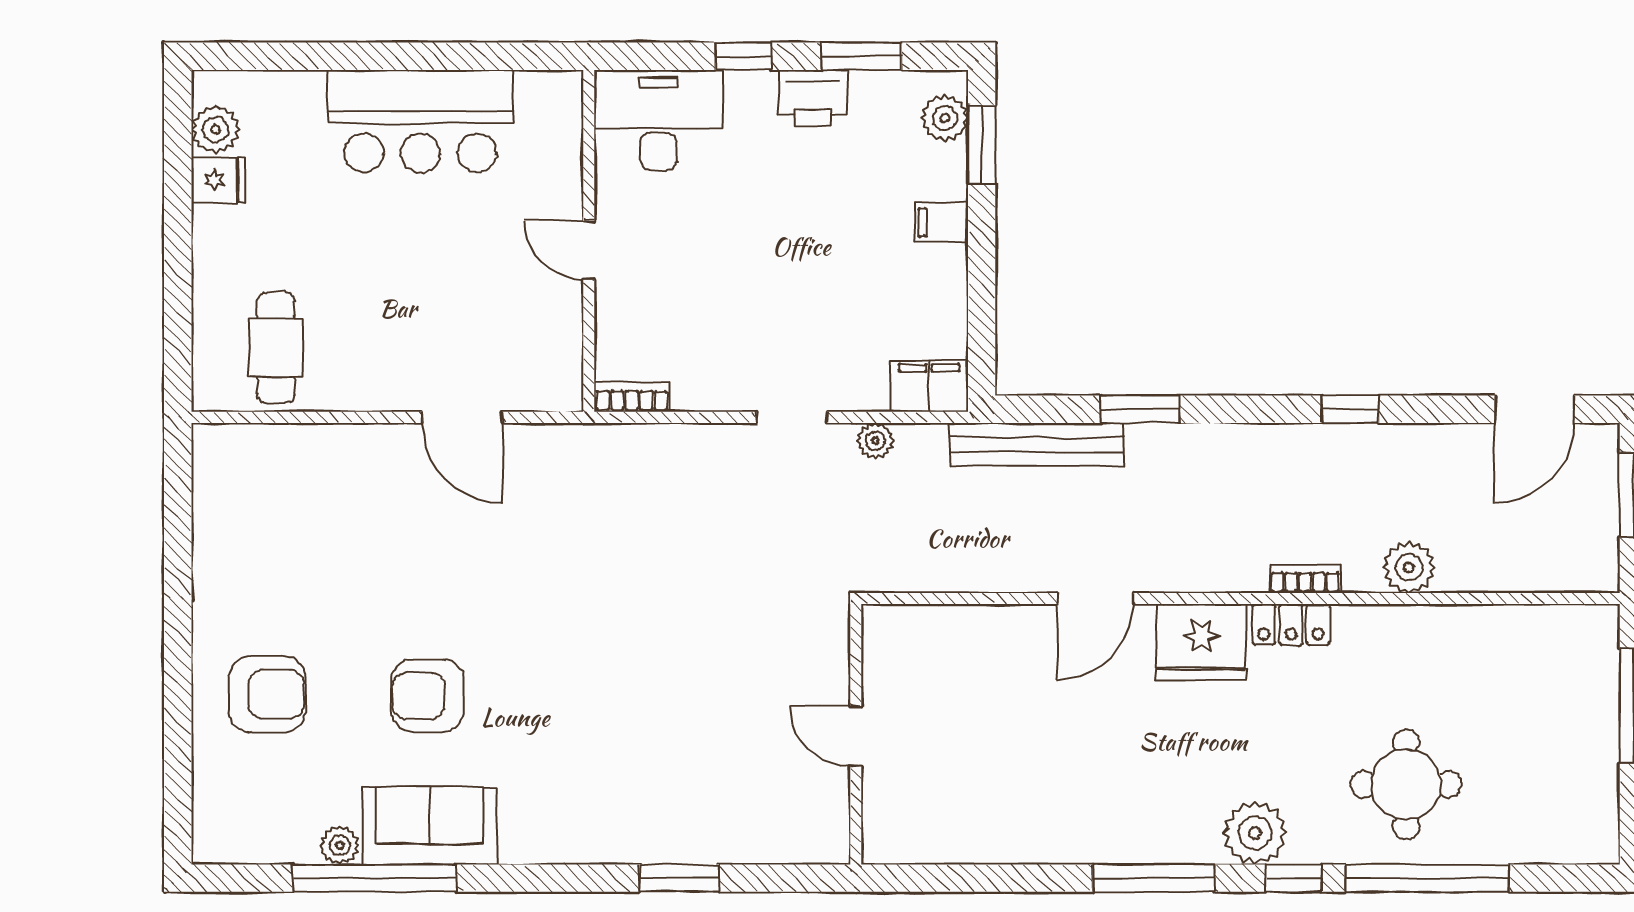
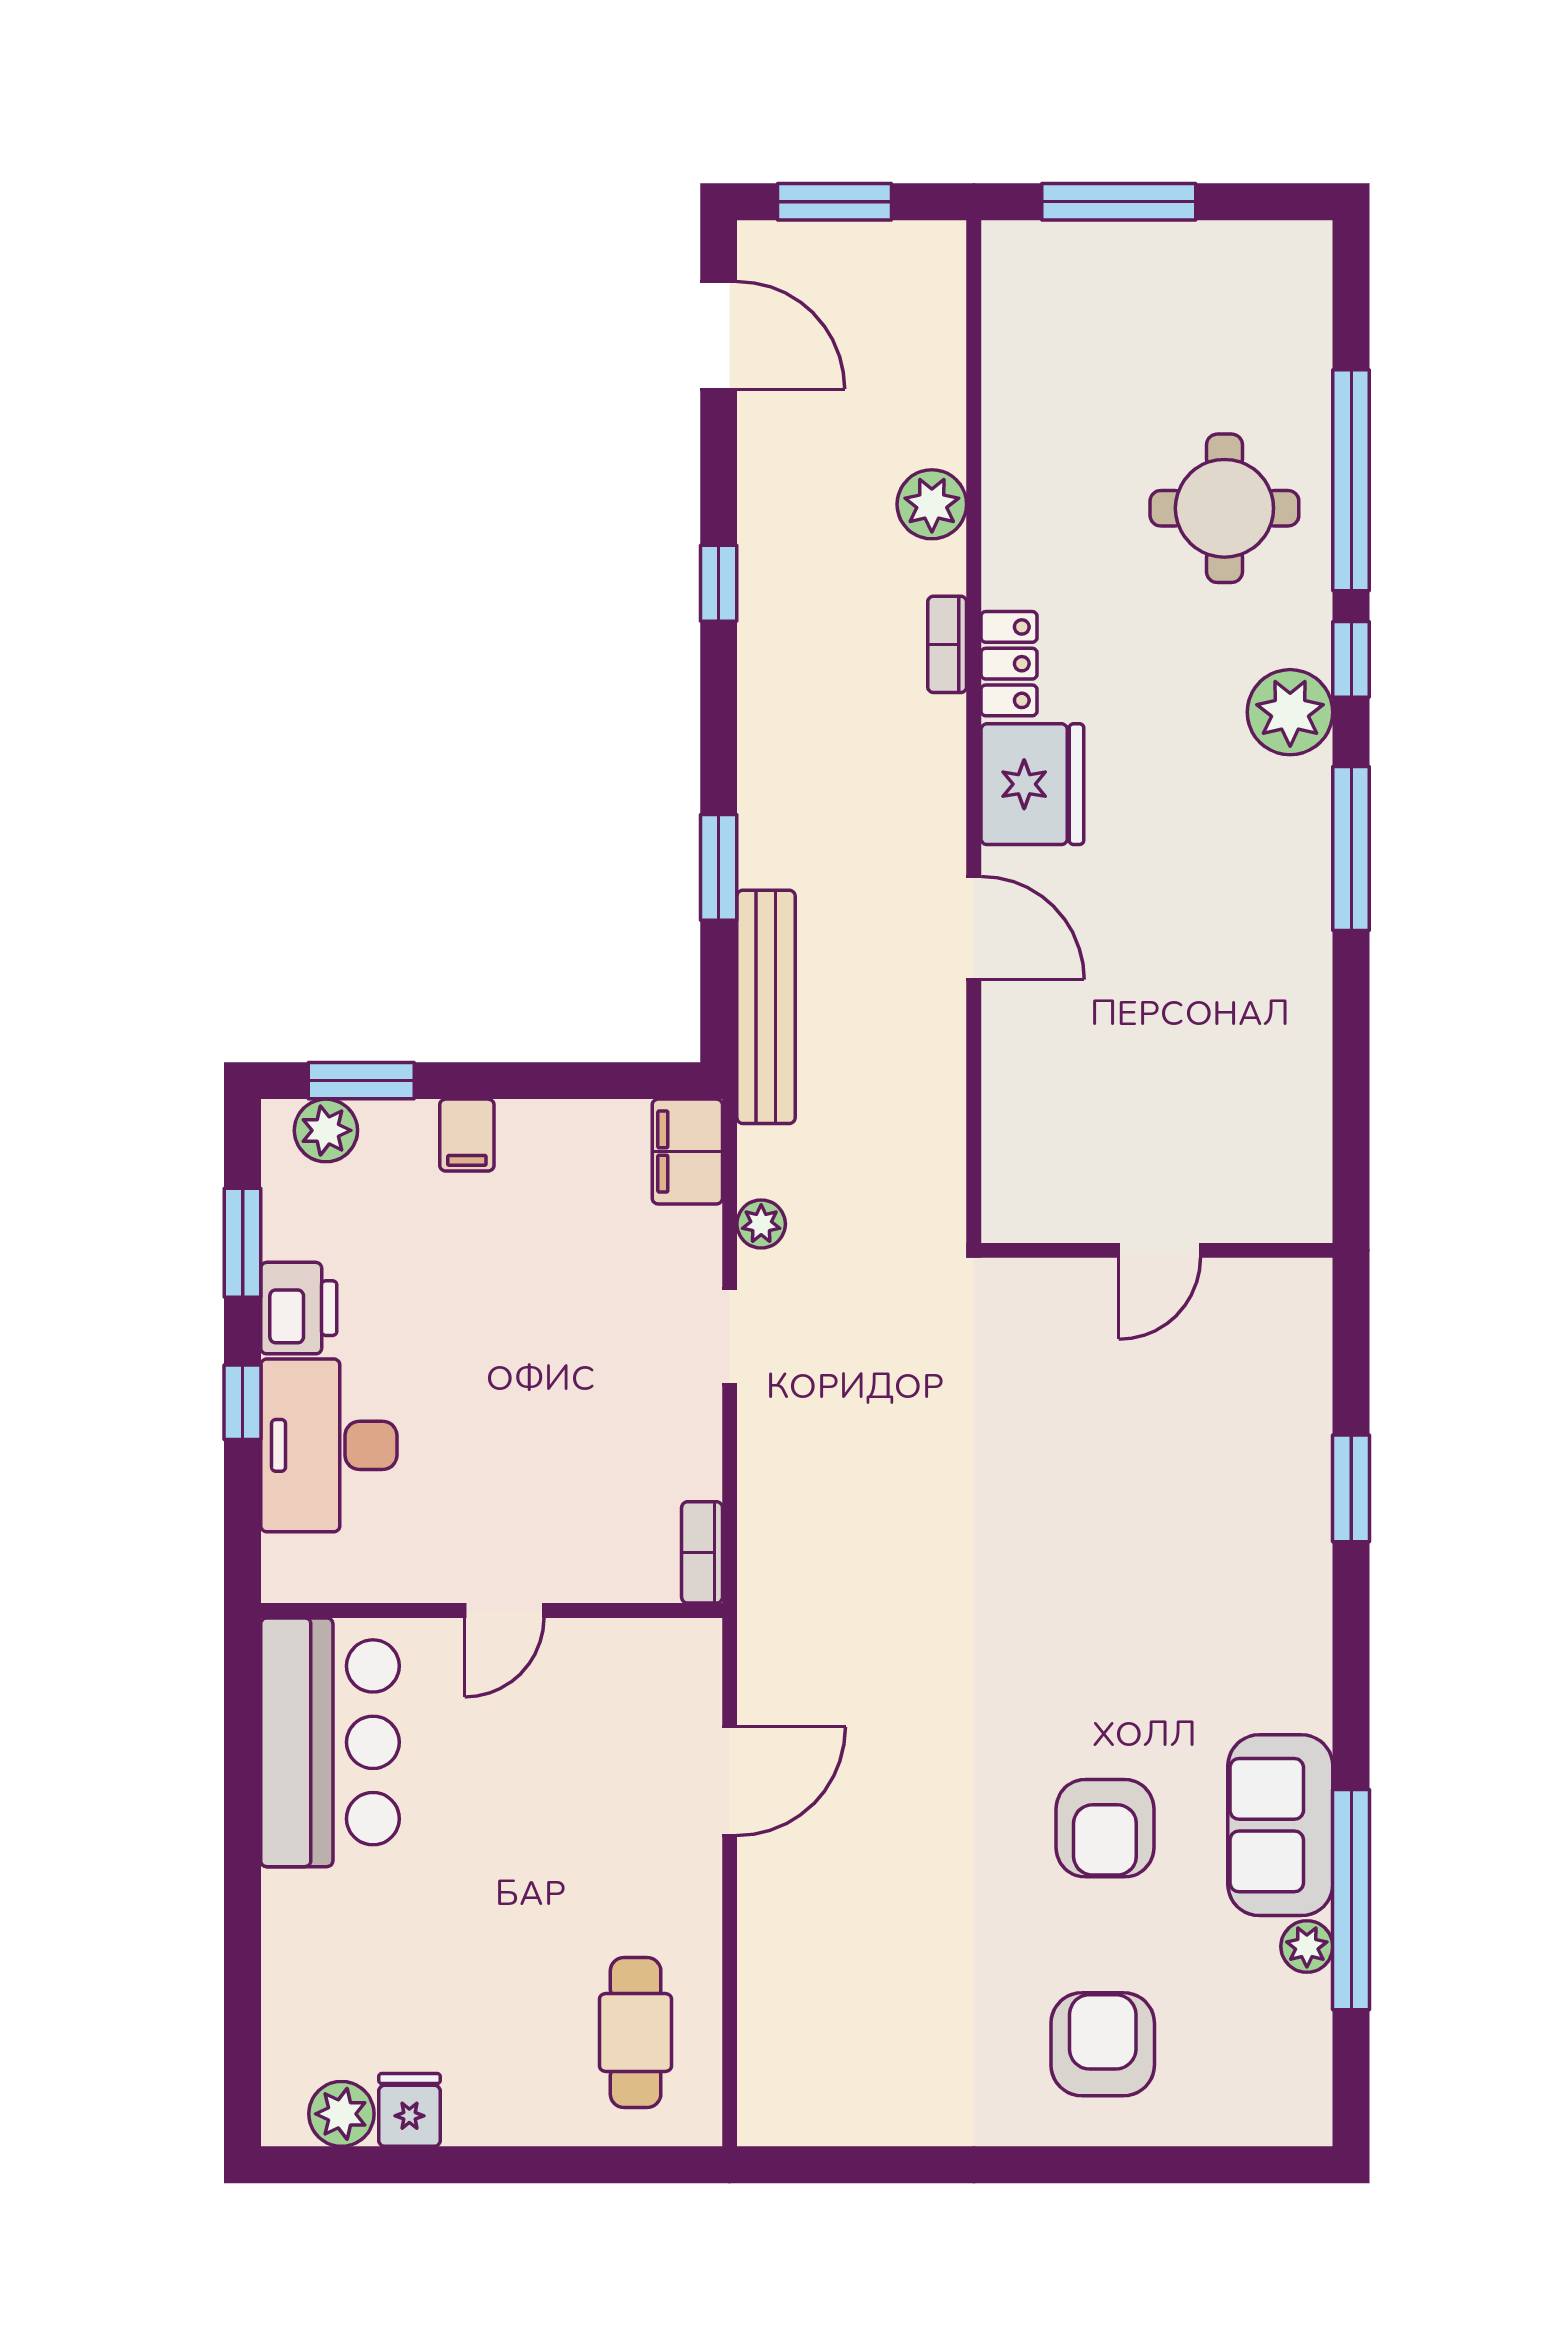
desk: (658, 120) -> (329, 1445), moved
bar counter: (420, 121) -> (330, 1742), moved
cafe table: (276, 348) -> (636, 2032), turned 90

